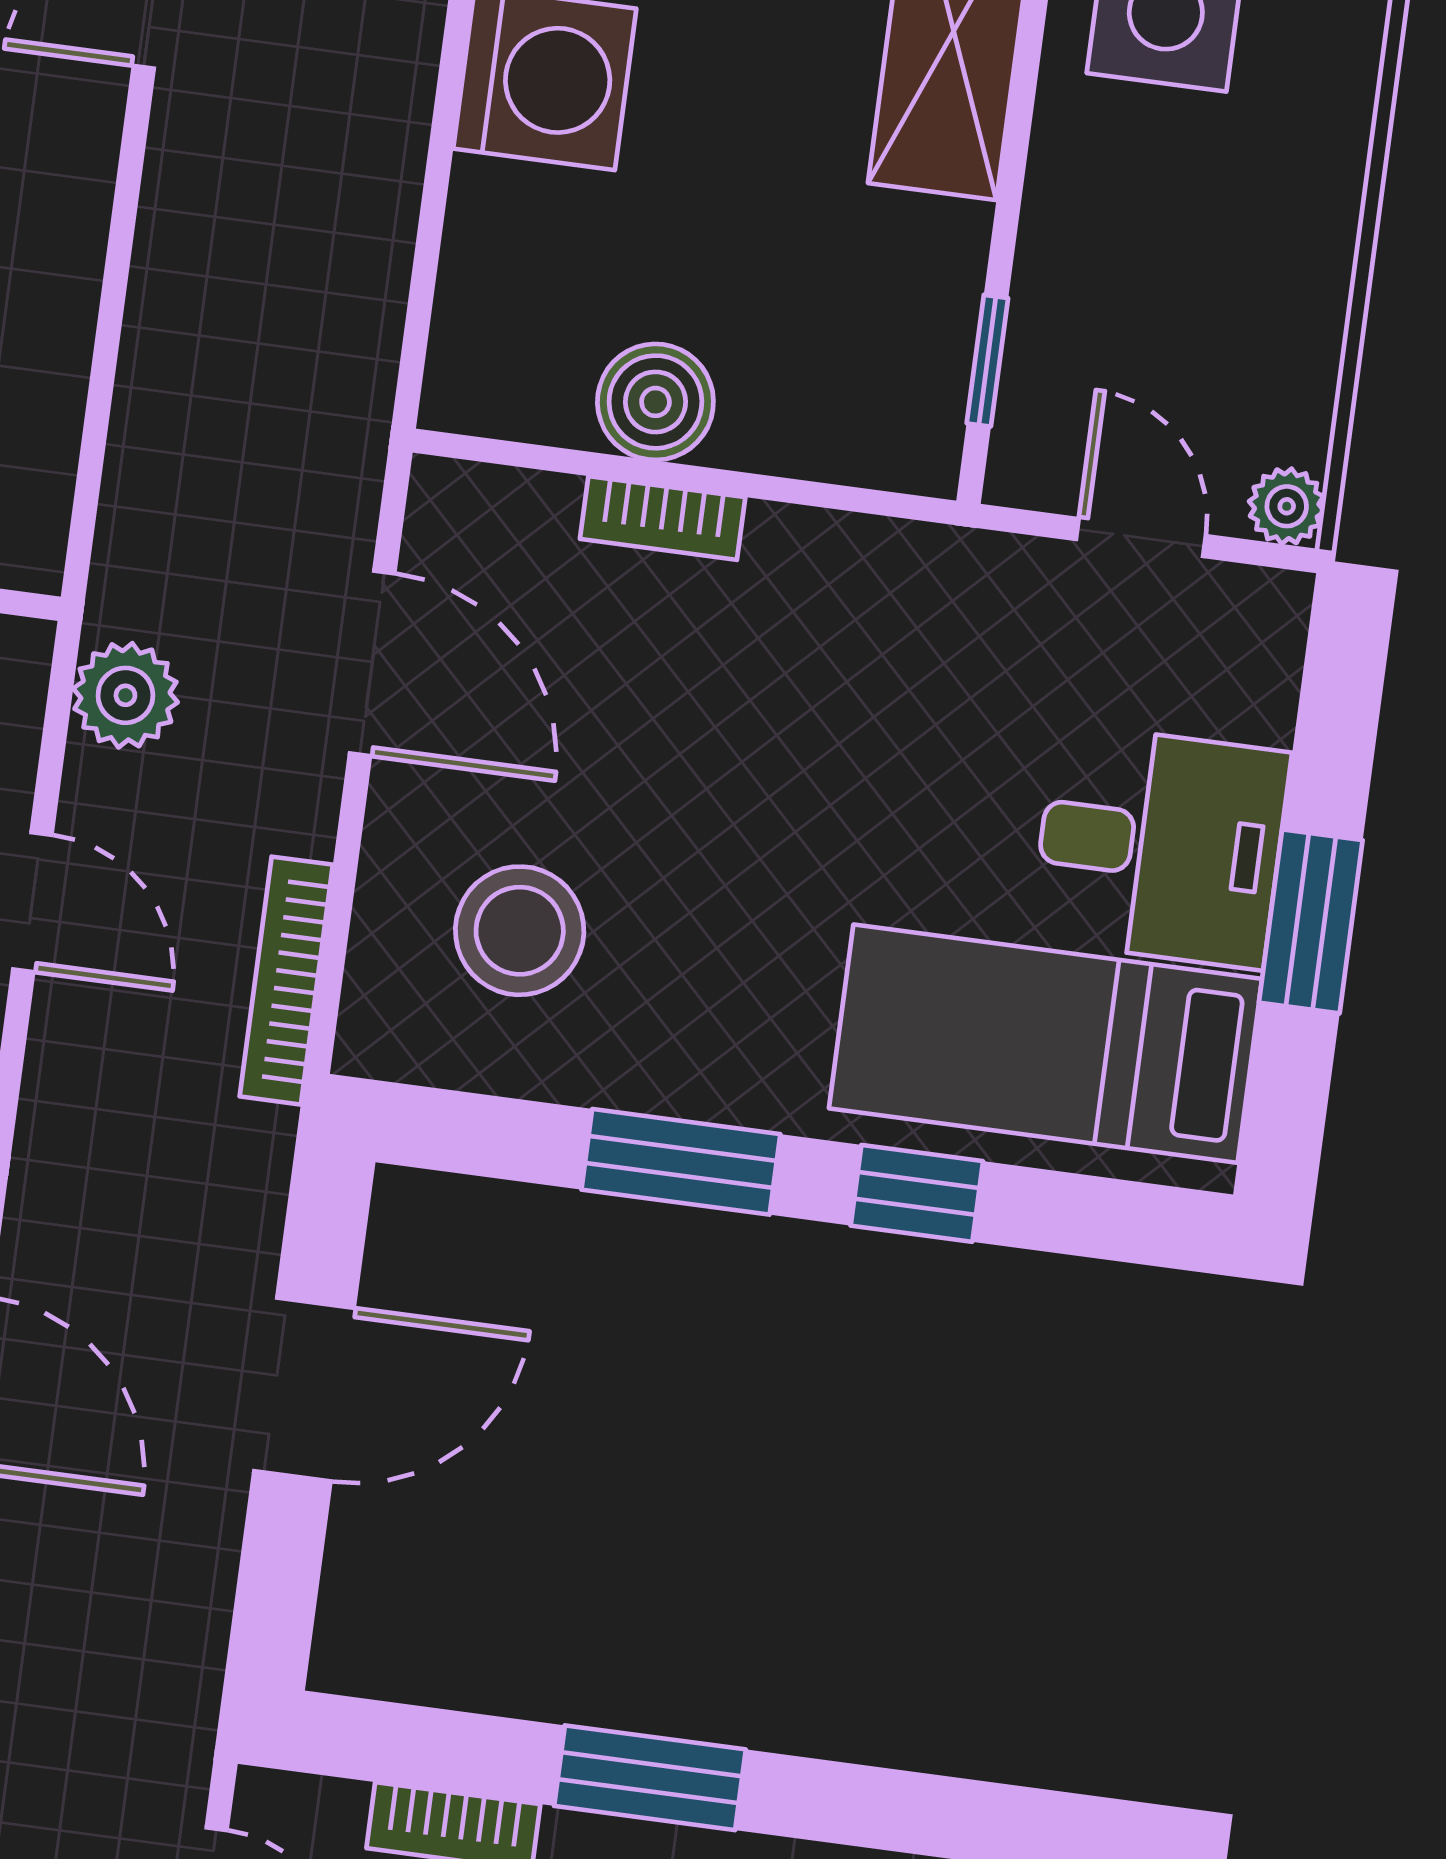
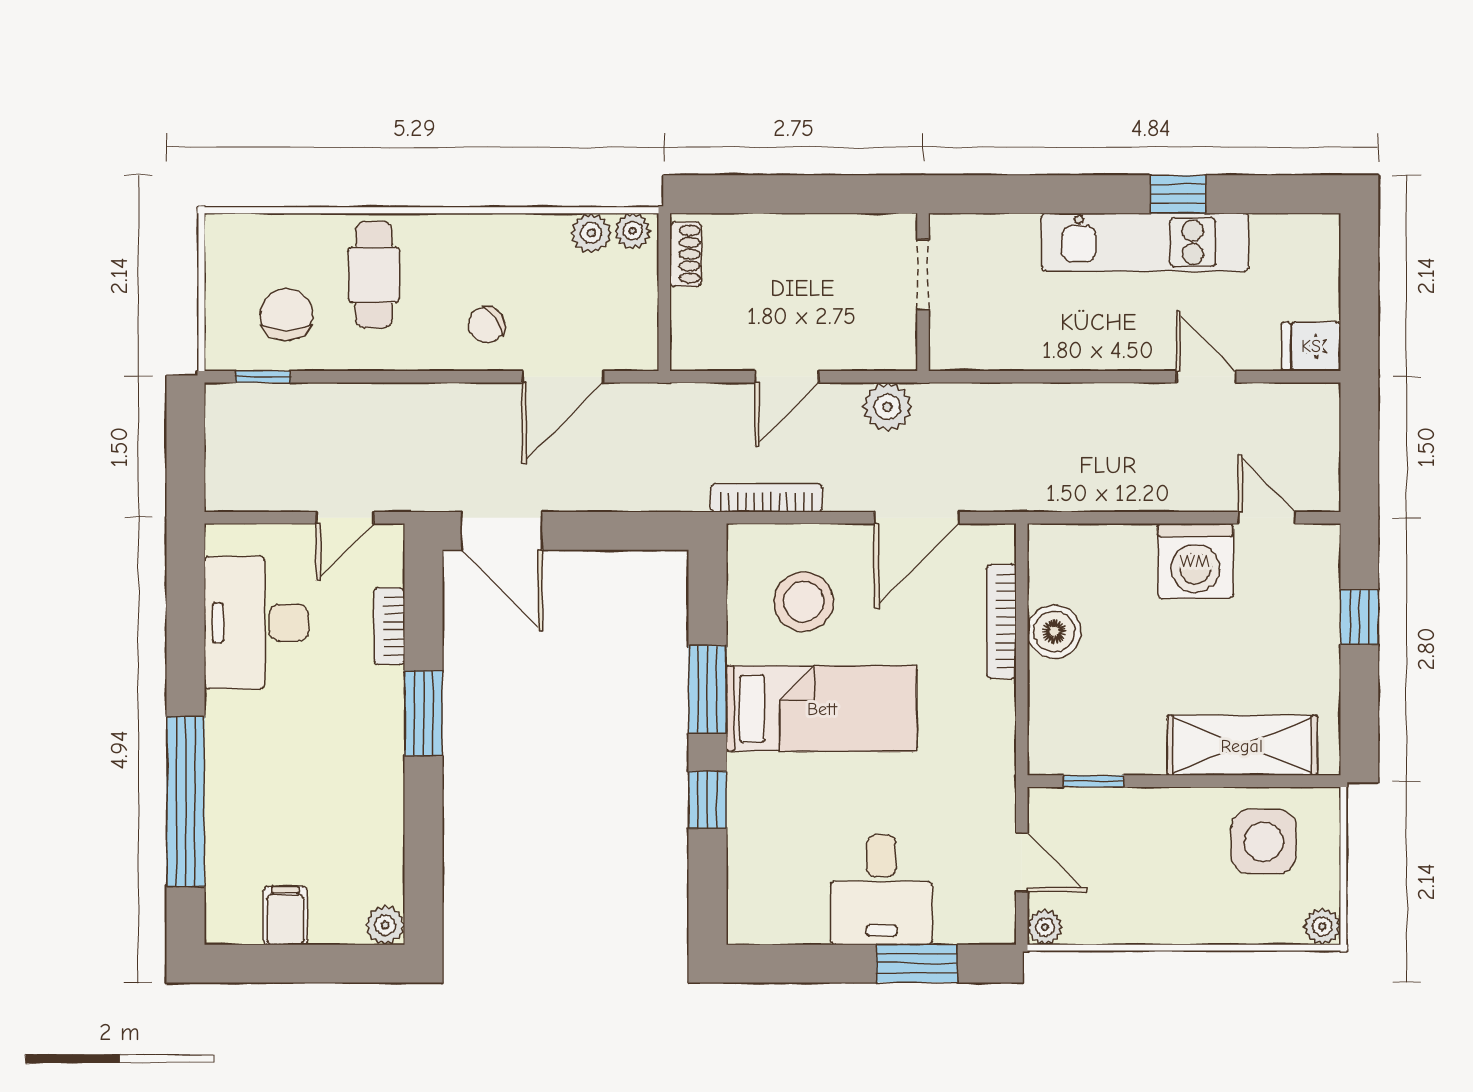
bookcase: (663, 518) -> (1001, 621), width x1.56
door: (1141, 538) -> (1022, 862), hinge flipped
window: (1311, 921) -> (917, 964), moved
bed: (1045, 1044) -> (822, 709), moved, turned 90
door: (304, 1389) -> (502, 531), moved

